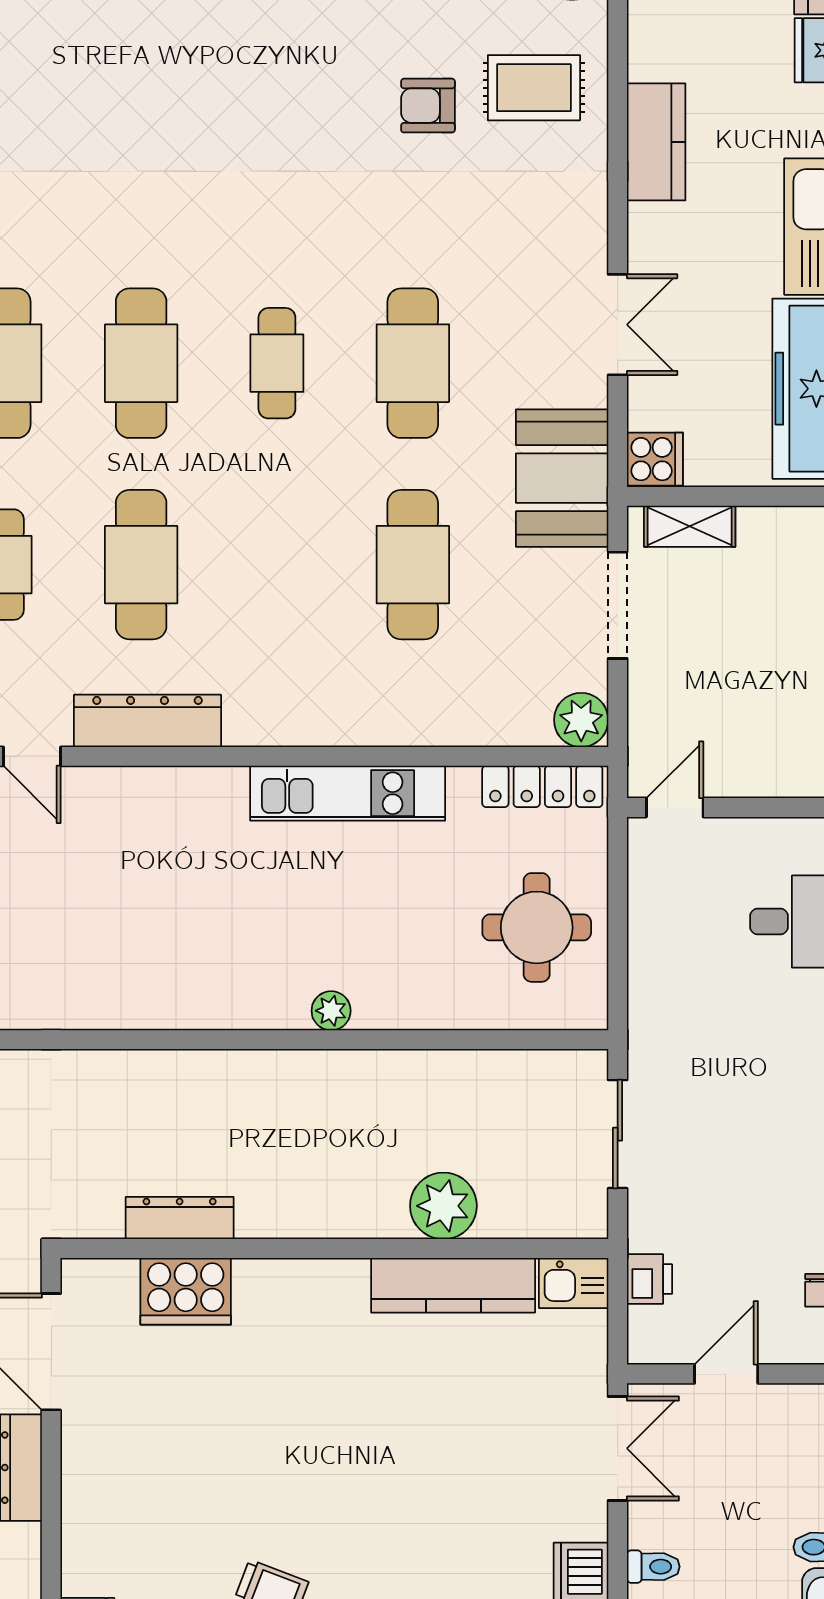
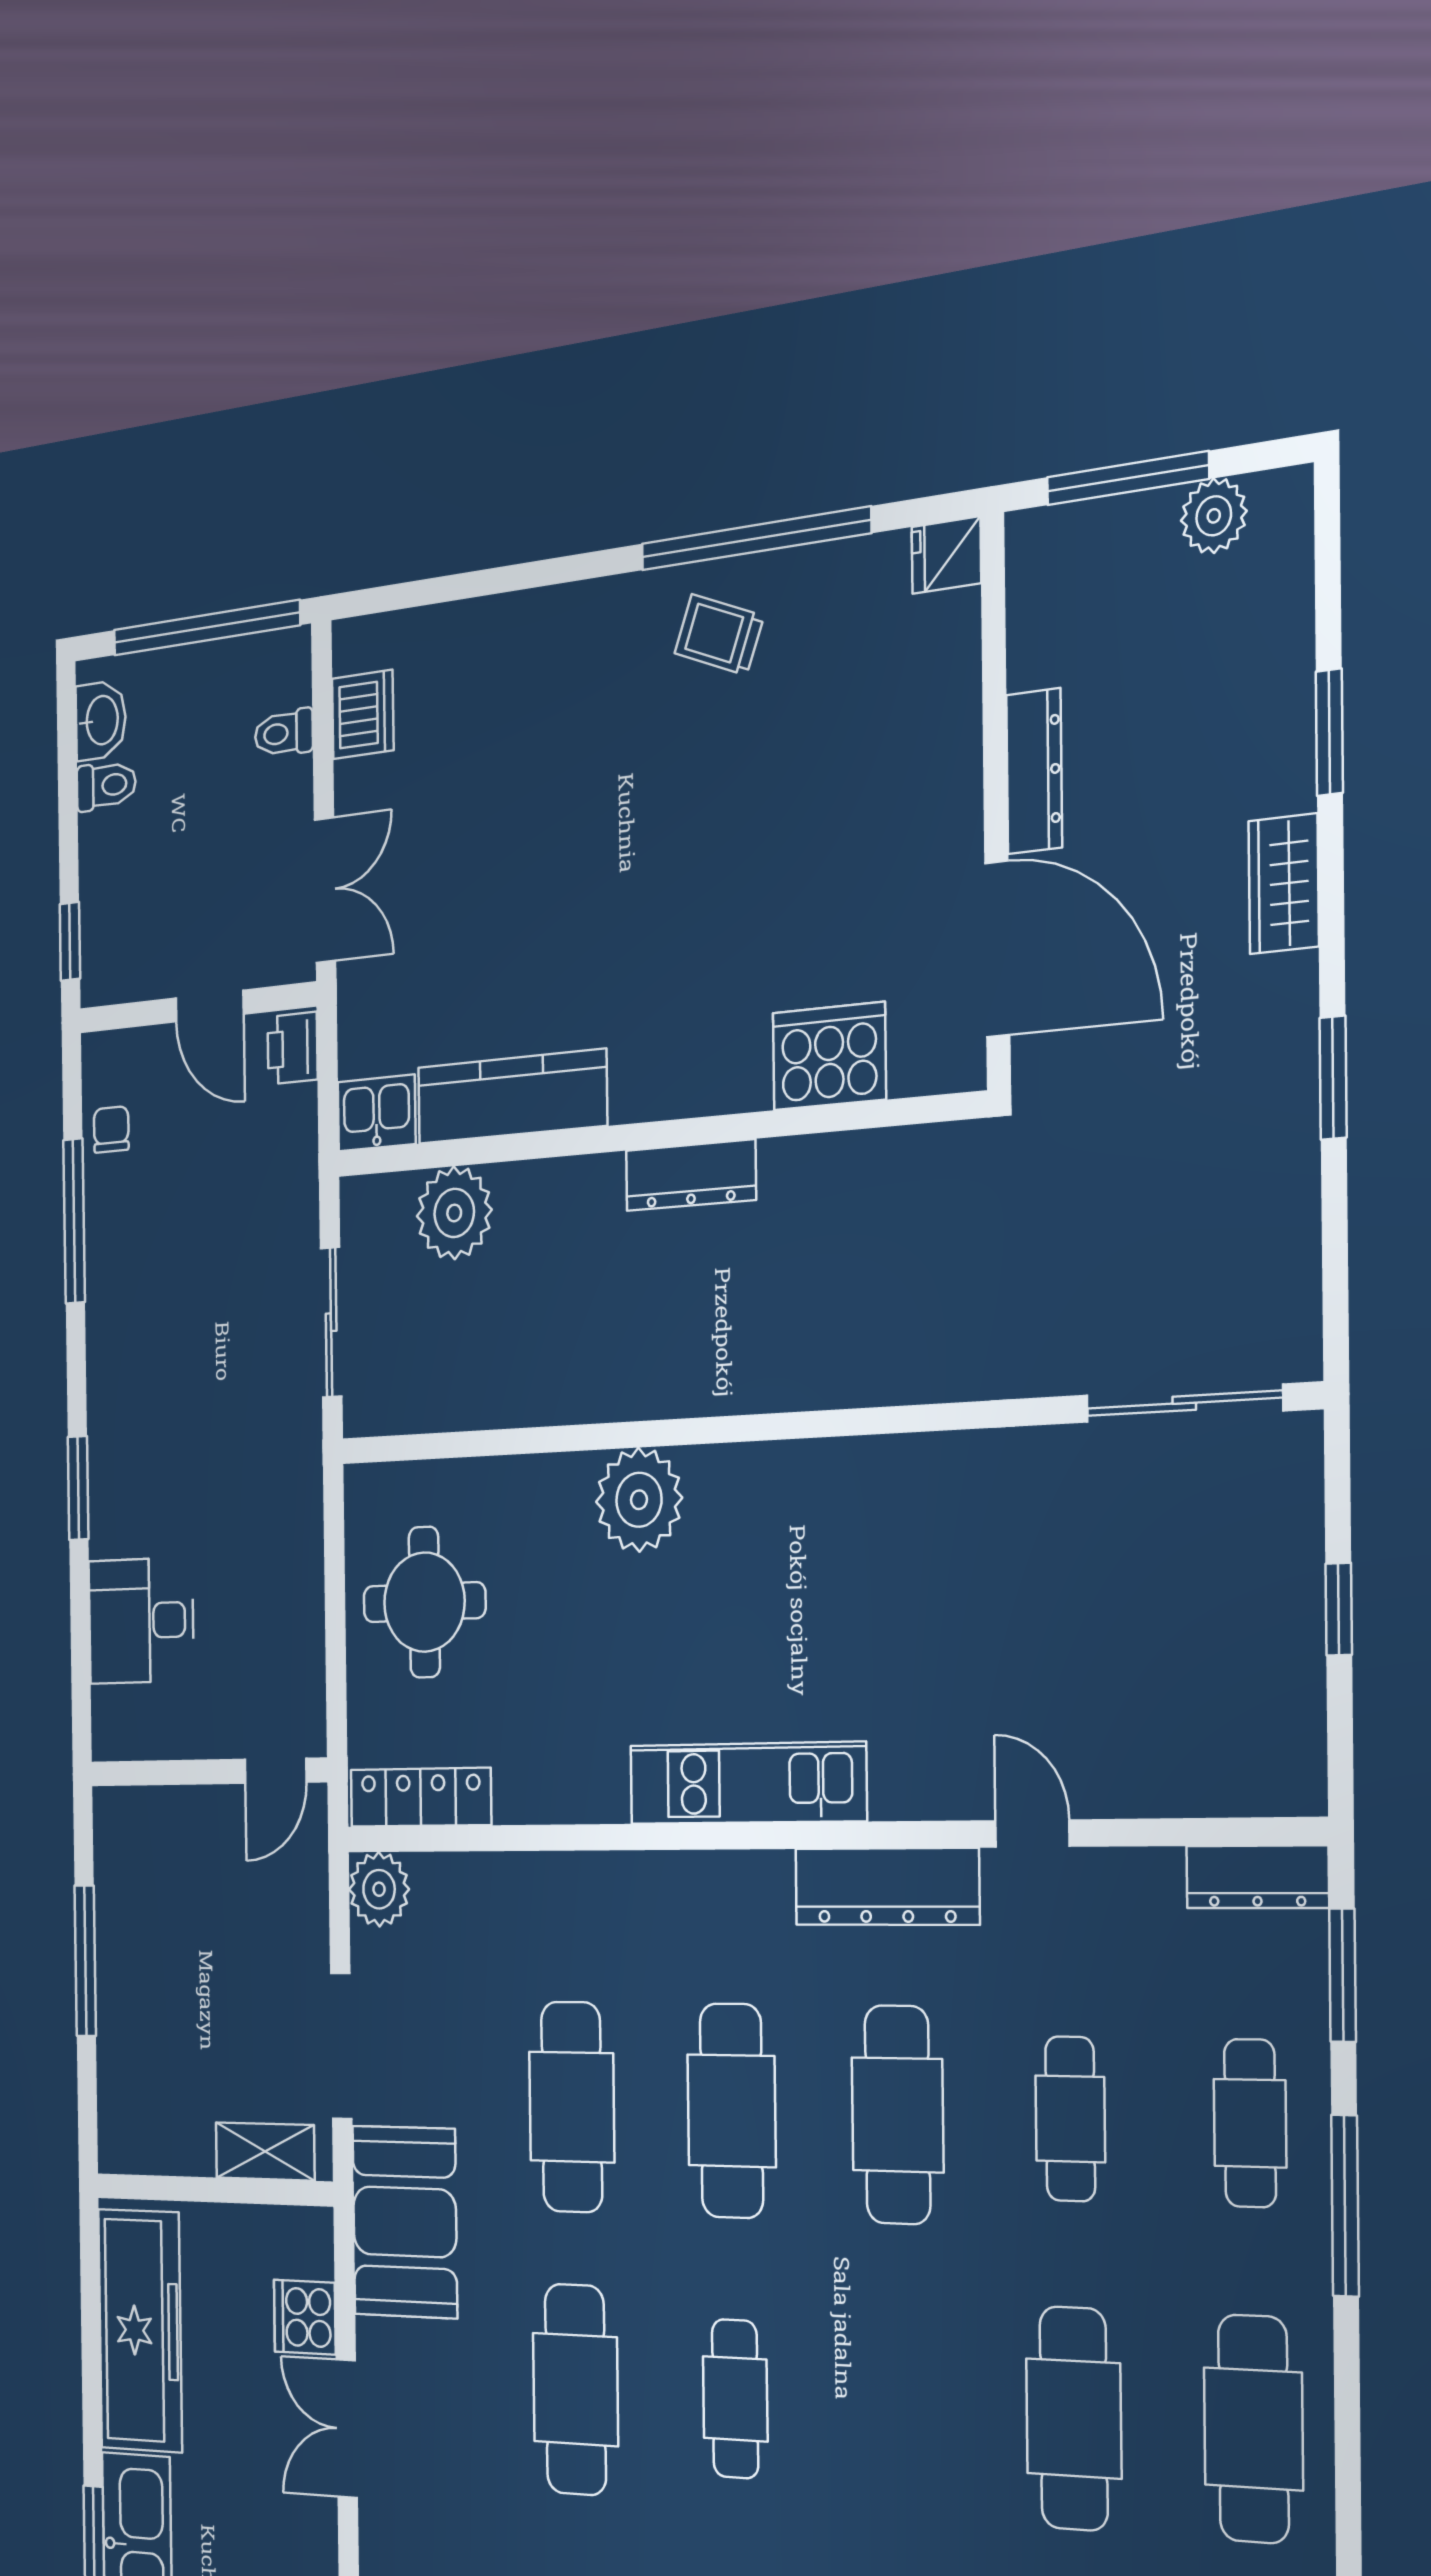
cafe table: (141, 363) -> (731, 2111), moved
cooker: (655, 459) -> (305, 2317), moved
kitchen unit: (348, 793) -> (747, 1783), moved
plant: (331, 1011) -> (639, 1500), width x1.87, depth x1.87
plant: (443, 1206) -> (454, 1213), moved
dresser: (180, 1218) -> (691, 1175), moved
printer: (649, 1279) -> (293, 1048), moved
door: (726, 1374) -> (210, 1006), hinge flipped
double door: (618, 1448) -> (325, 890), swing flipped

